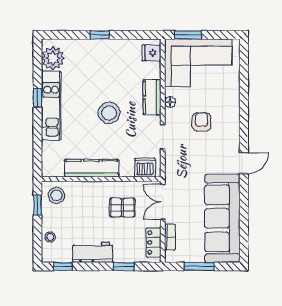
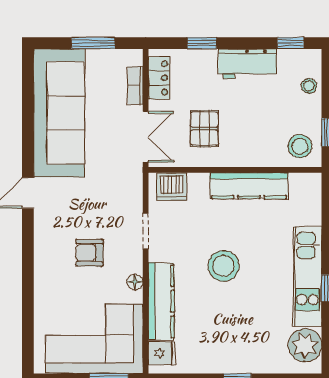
kitchen counter: (152, 97) -> (161, 301), width x1.50
armchair: (201, 122) -> (89, 253), turned 90
pallet: (122, 208) -> (204, 129), turned 90

